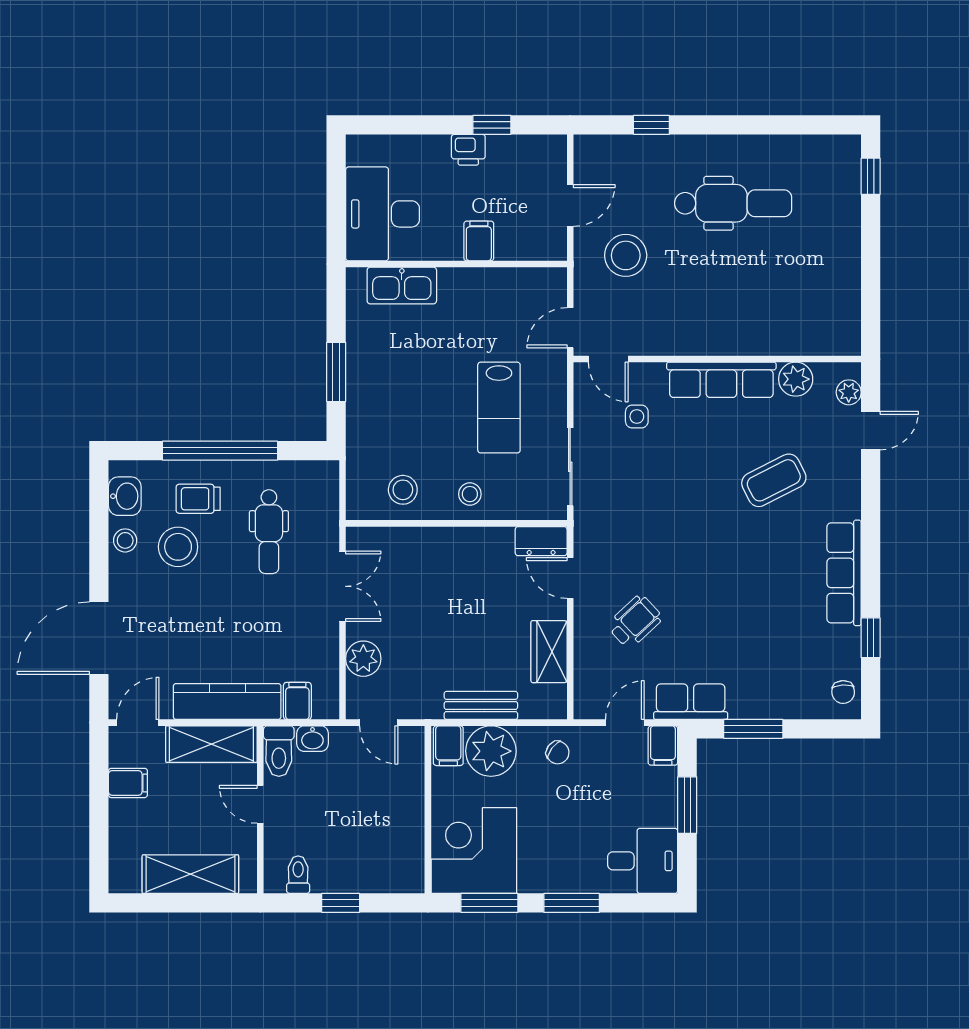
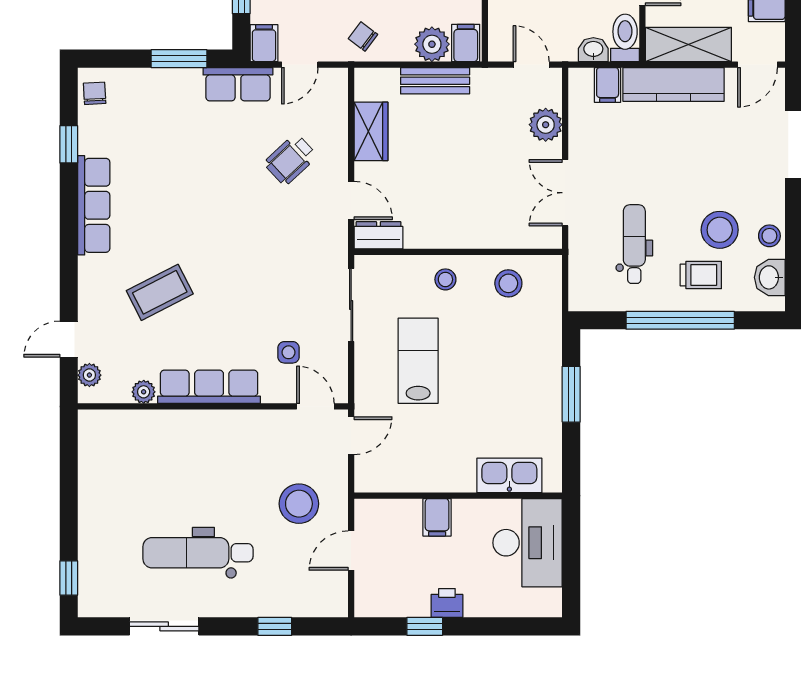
sliding door: (769, 125) -> (164, 626), added
plant: (796, 379) -> (144, 392), width x0.73, depth x0.73
plant: (491, 751) -> (432, 44), width x0.73, depth x0.73

